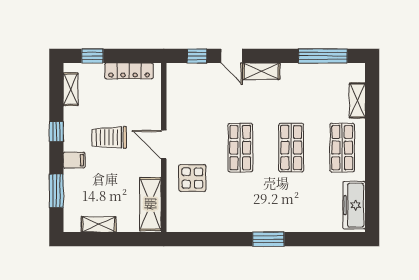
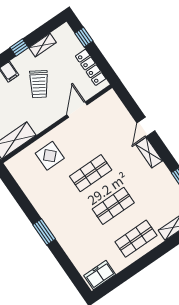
window: (197, 56) -> (130, 105), removed
shelving: (71, 89) -> (43, 45), moved
trolley: (109, 137) -> (39, 84), turned -148
door: (164, 144) -> (77, 110), moved
freezer: (354, 205) -> (100, 275), width x0.71

